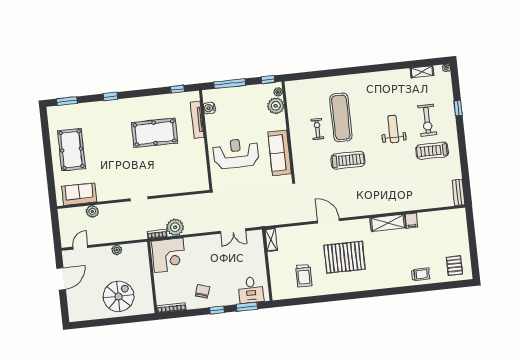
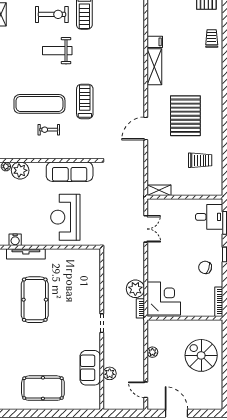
sofa: (79, 194) -> (90, 368), moved

